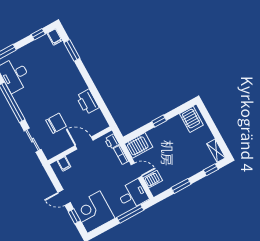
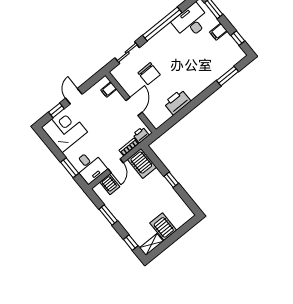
filing cabinet: (55, 37) -> (219, 32), moved
server rack: (191, 119) -> (163, 227), moved, turned 90
window: (130, 214) -> (70, 168), width x0.69

